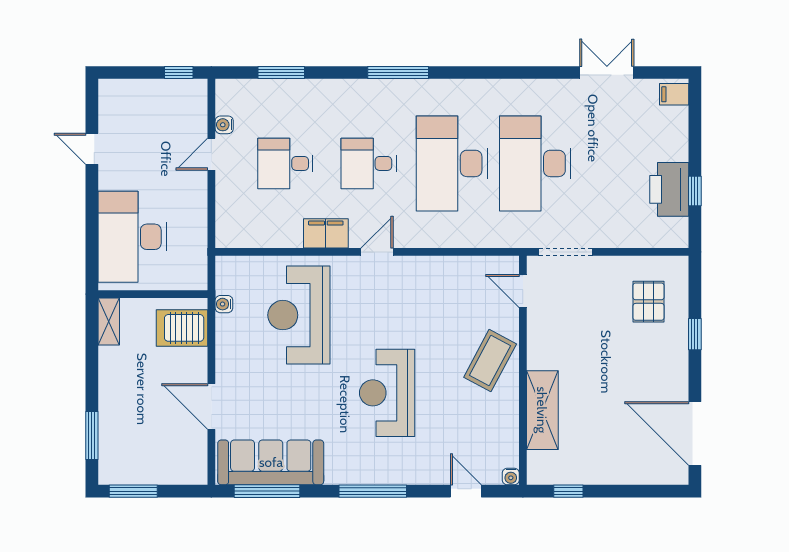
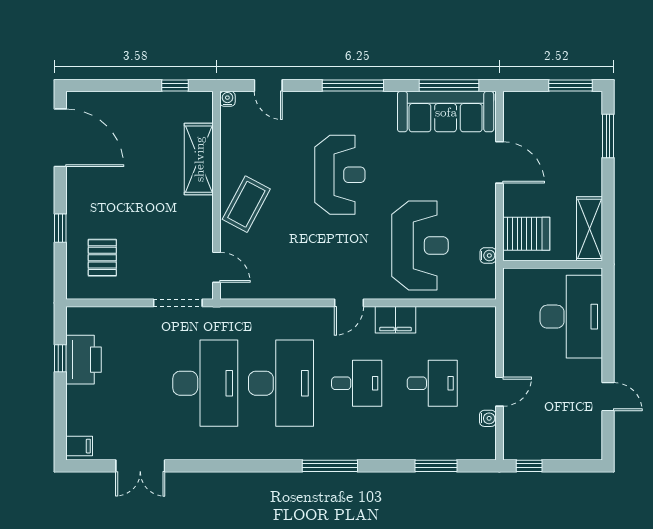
shelving: (109, 322) -> (590, 229), width x1.50, depth x1.33

